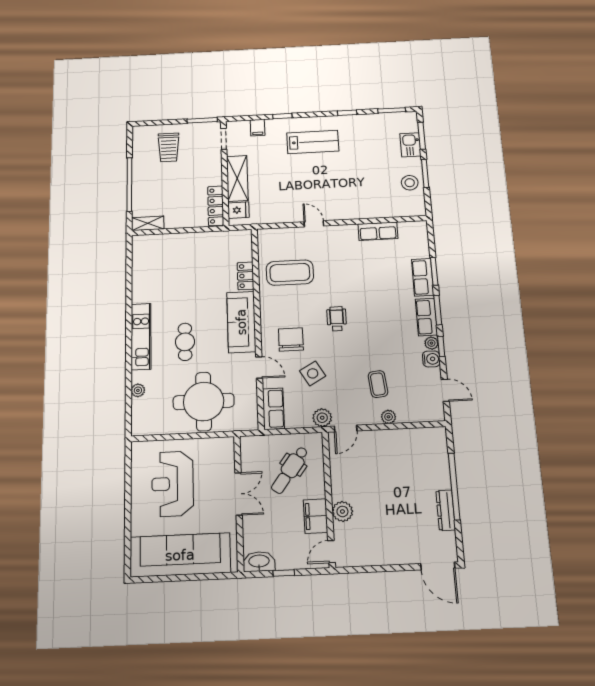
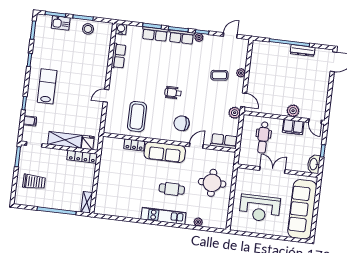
water cooler: (431, 359) -> (121, 29), moved
side table: (313, 373) -> (206, 114), removed
round table: (204, 401) -> (212, 183), width x0.73, depth x0.73
dental chair: (290, 470) -> (263, 137), turned 54

